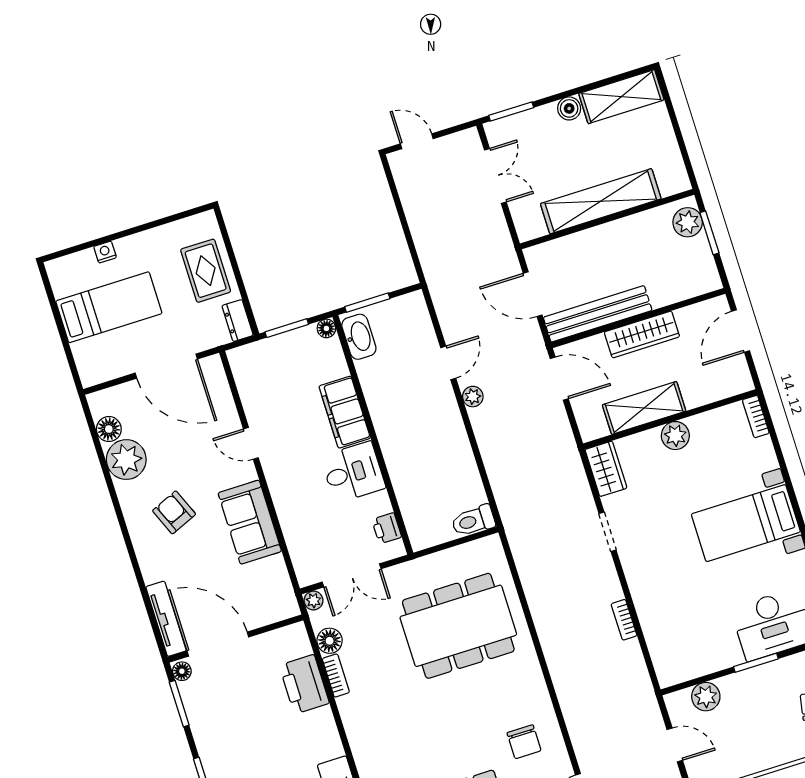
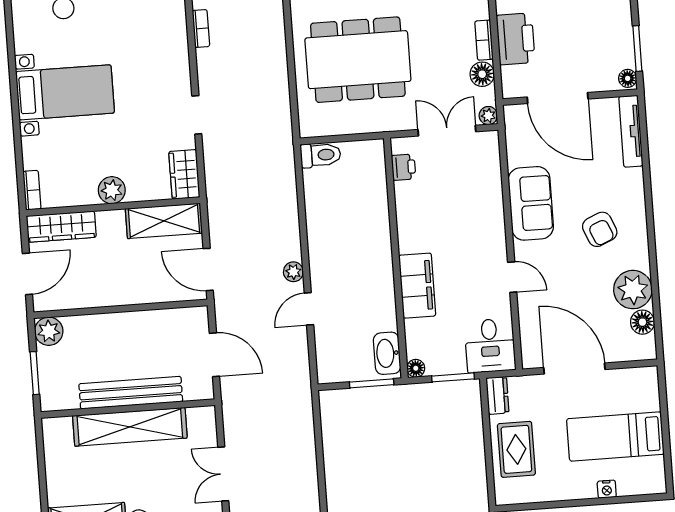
plant: (688, 222) -> (49, 331), moved
bench: (598, 314) -> (131, 393), moved
wardrobe: (642, 334) -> (61, 227), moved, turned 180
shelving: (644, 408) -> (164, 221), moved
desk: (353, 472) -> (490, 346), moved, turned -90
door: (218, 644) -> (558, 98), moved

